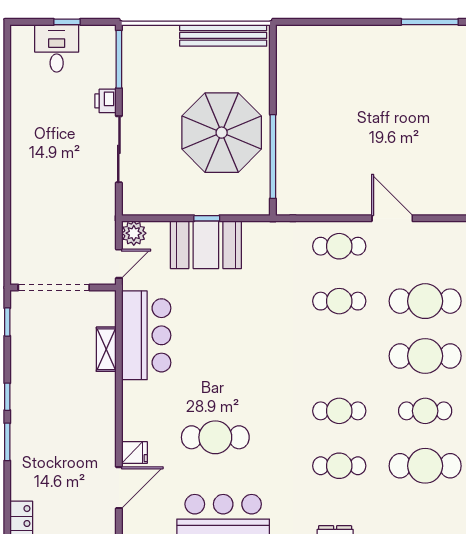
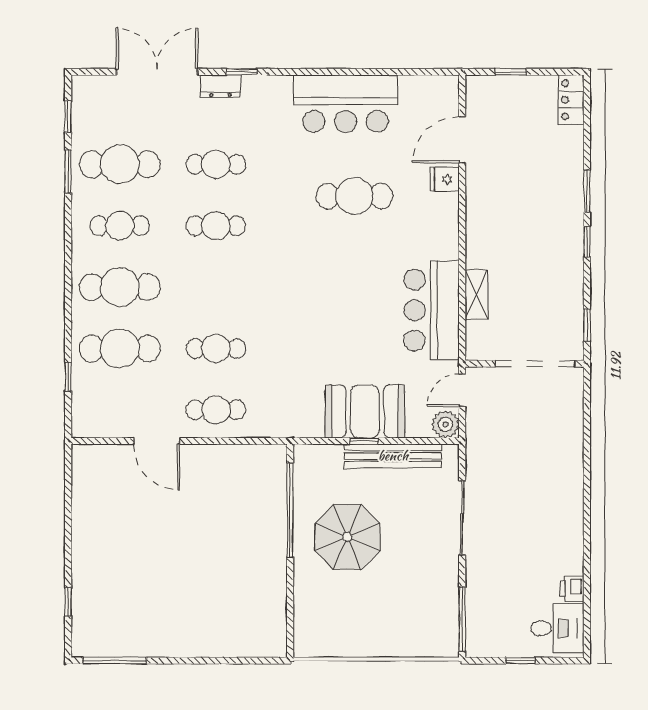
bench: (223, 35) -> (393, 456), moved
desk: (57, 48) -> (557, 628), moved, turned -90
printer: (106, 101) -> (572, 589), moved, turned 180
parasol: (222, 133) -> (347, 537), width x0.73, depth x0.73

